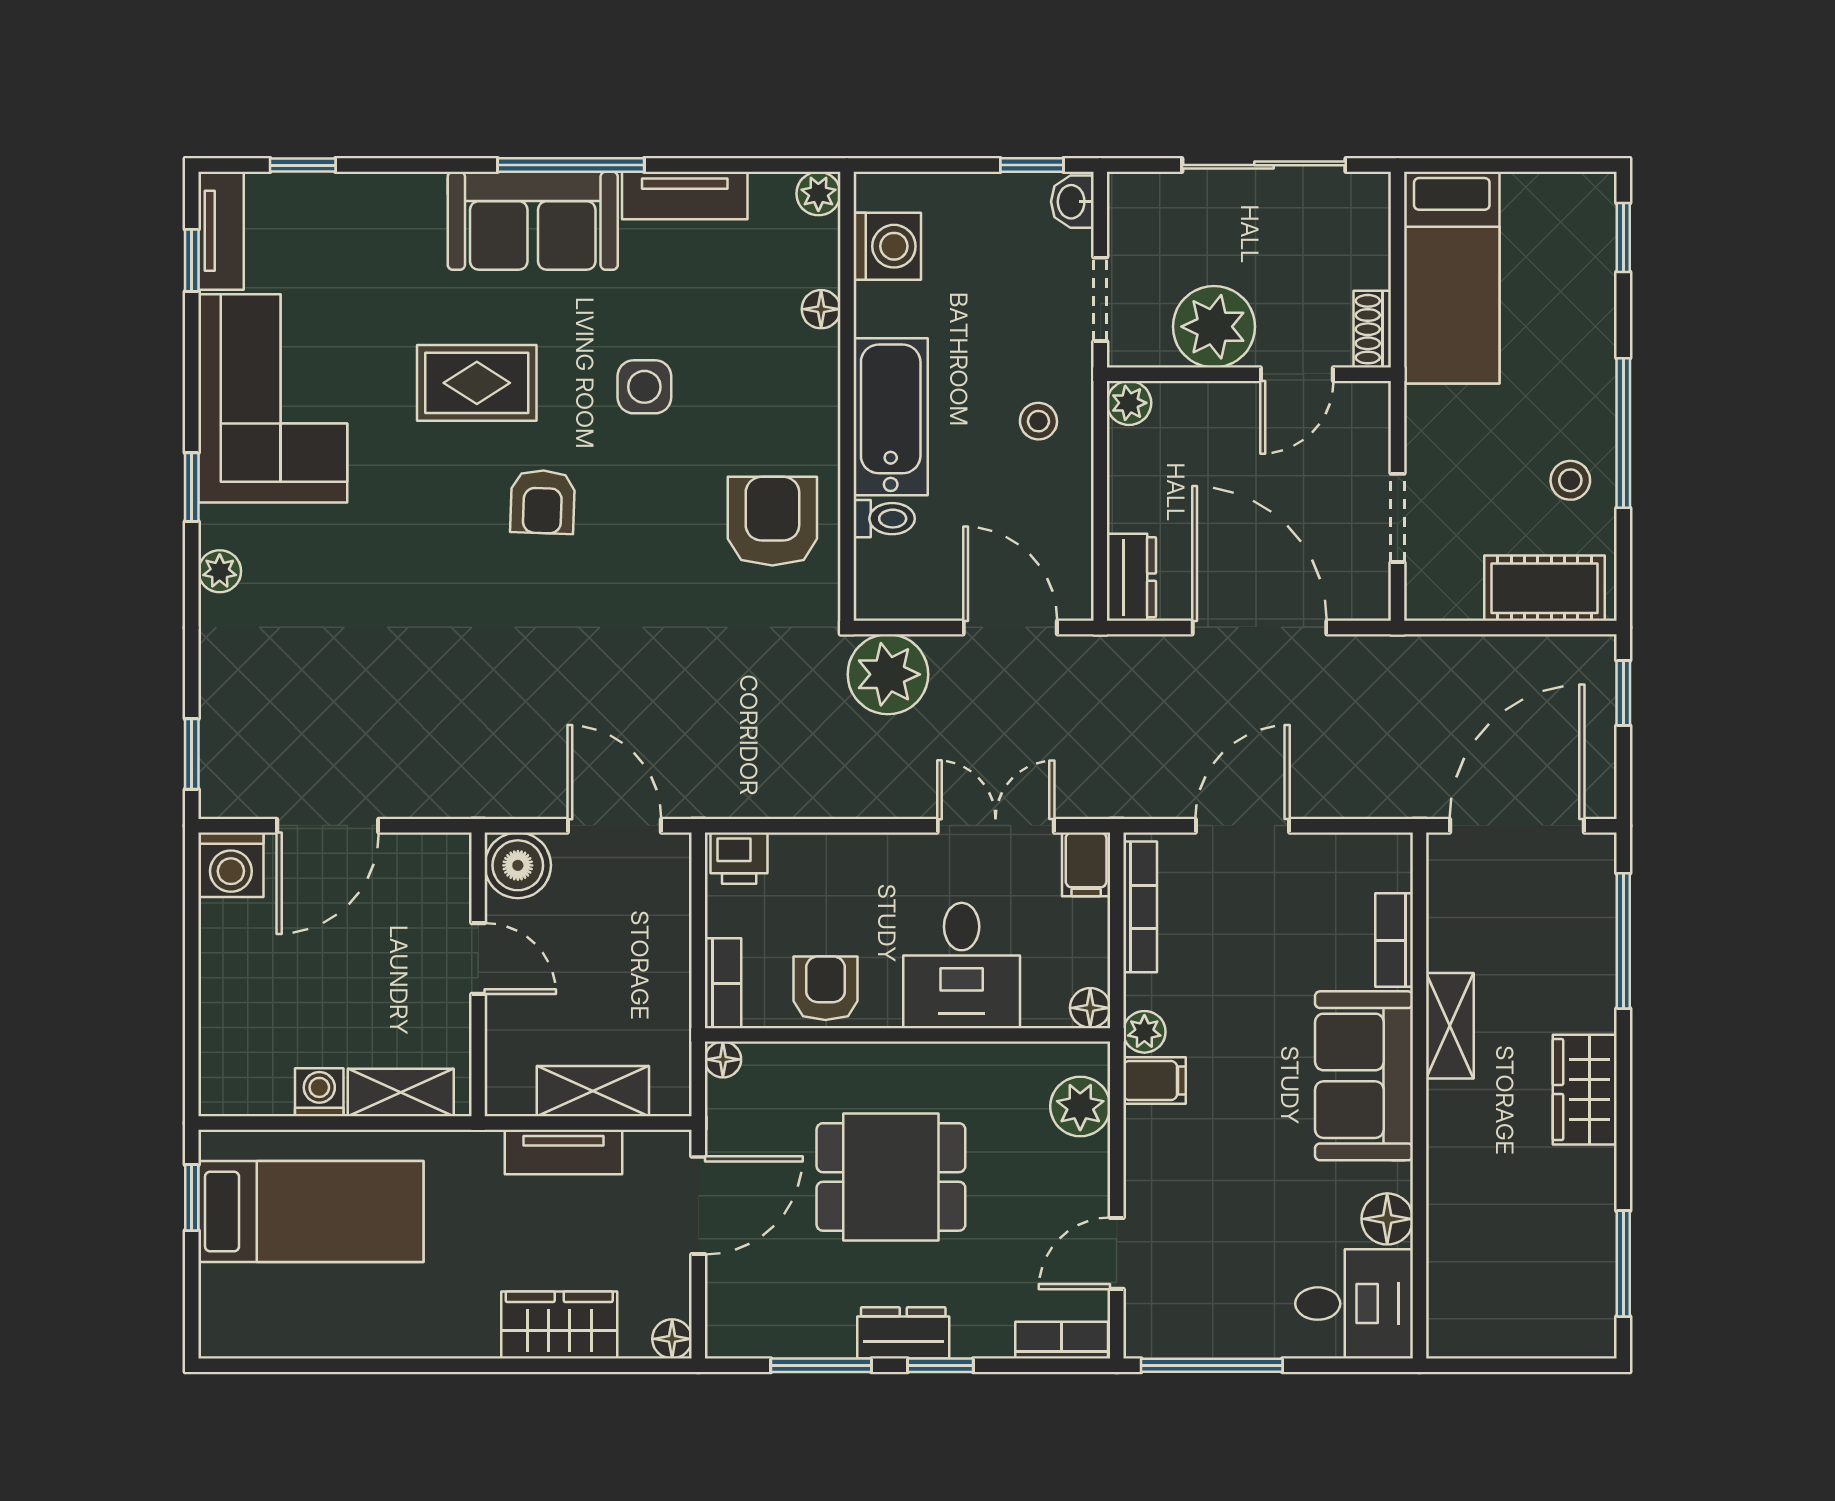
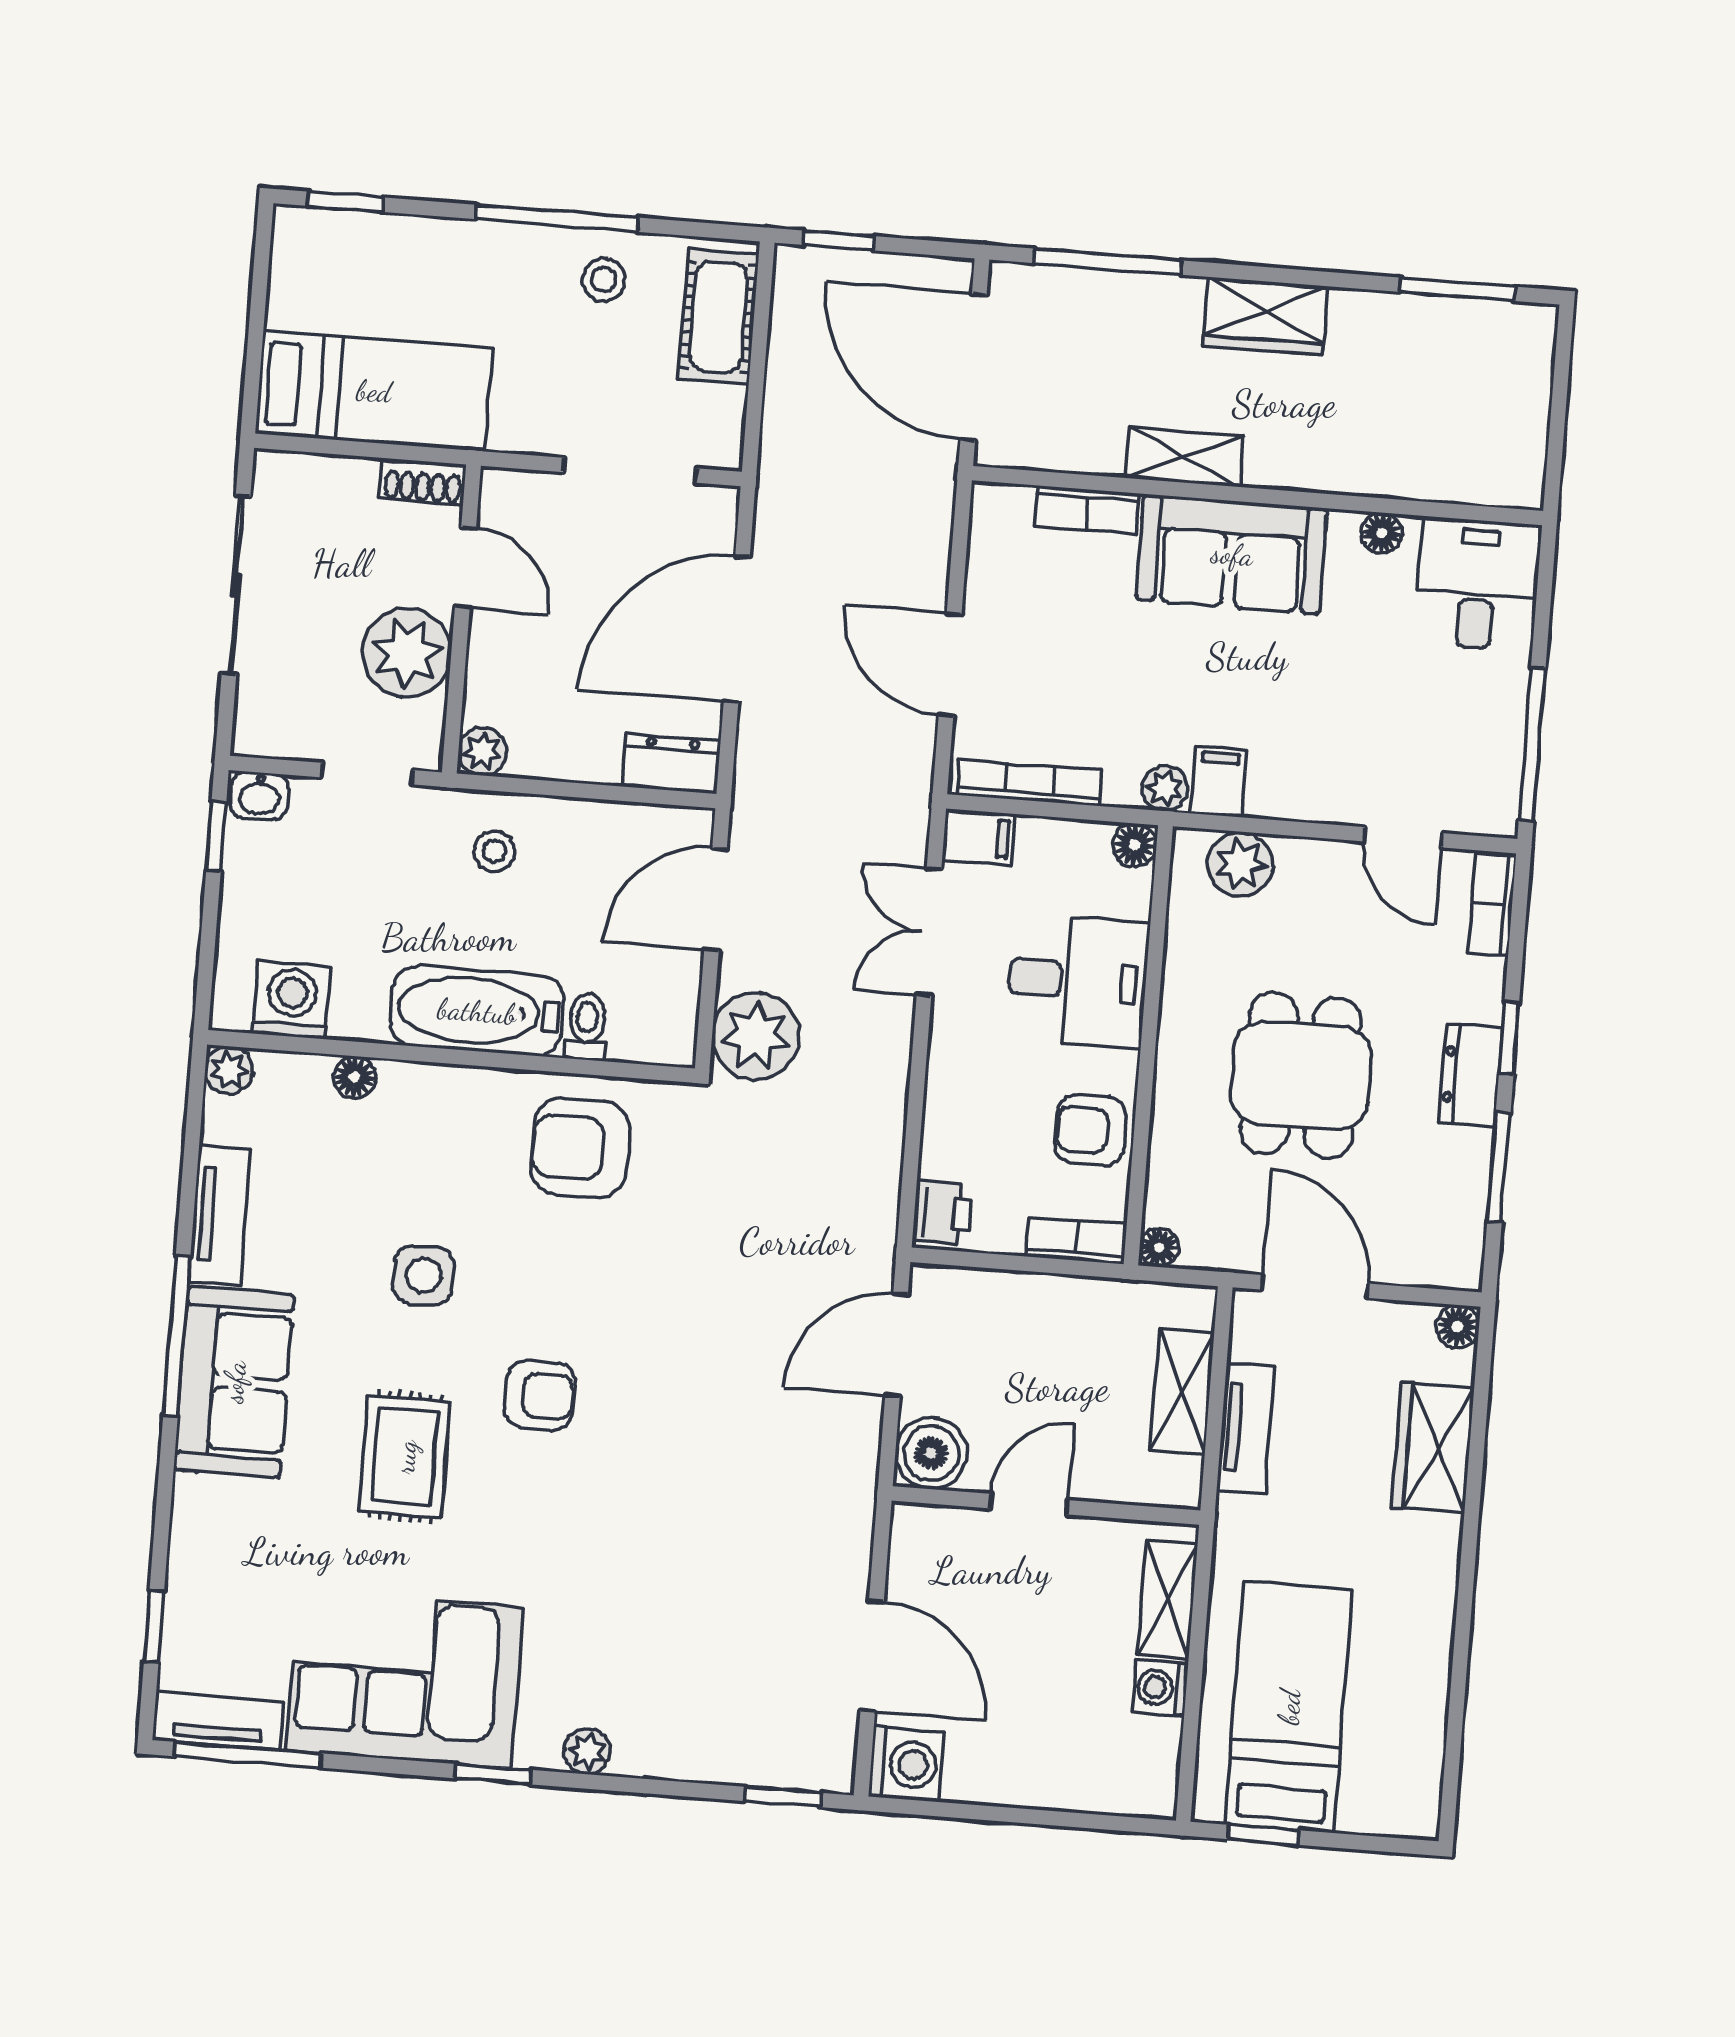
window: (192, 260) -> (248, 1755), width x2.17
doorway: (1398, 518) -> (630, 470), width x1.38
floor lamp: (1387, 1219) -> (1382, 533), width x0.73, depth x0.73

